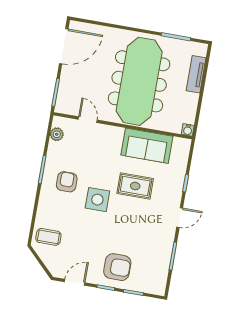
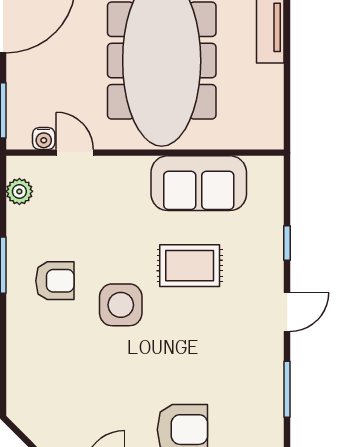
water cooler: (188, 130) -> (44, 139), moved
armchair: (67, 182) -> (55, 281), turned 90
coffee table: (48, 237) -> (38, 394), removed

